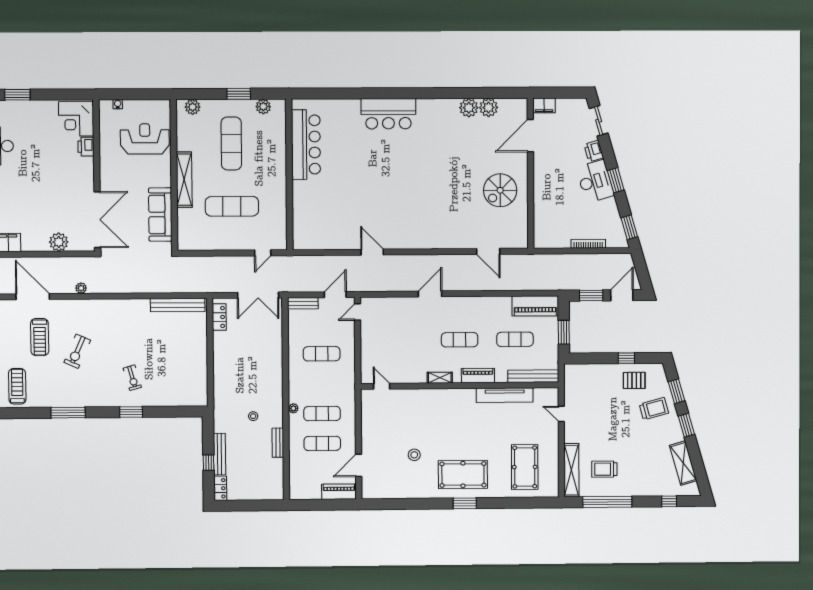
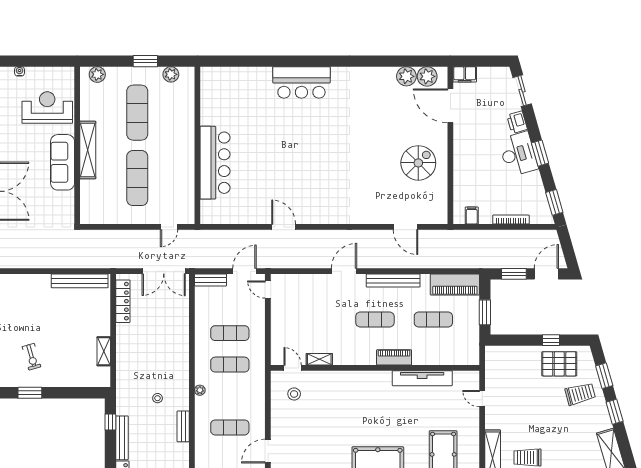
plant: (469, 108) -> (427, 76), moved
door: (530, 136) -> (450, 106), hinge flipped
bar counter: (306, 145) -> (215, 163), moved
spiral stairs: (500, 190) -> (418, 163), turned 180
exercise mat: (232, 206) -> (137, 178), turned 90
sofa: (160, 214) -> (63, 162), moved
filing cabinet: (551, 240) -> (472, 216), added
door: (358, 312) -> (268, 290), hinge flipped
locker: (219, 317) -> (123, 301), width x1.53
shelving: (201, 372) -> (104, 351), added
bench: (533, 376) -> (393, 281), moved
shelving: (440, 378) -> (319, 359), moved
pallet: (634, 380) -> (559, 364), width x1.50, depth x1.42
exercise mat: (322, 414) -> (230, 365), moved
stool: (414, 455) -> (294, 394), moved
window: (208, 463) -> (110, 422), moved

